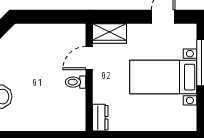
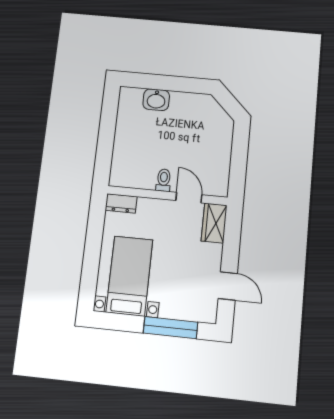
bed with nightstands: (163, 77) -> (129, 276), moved

